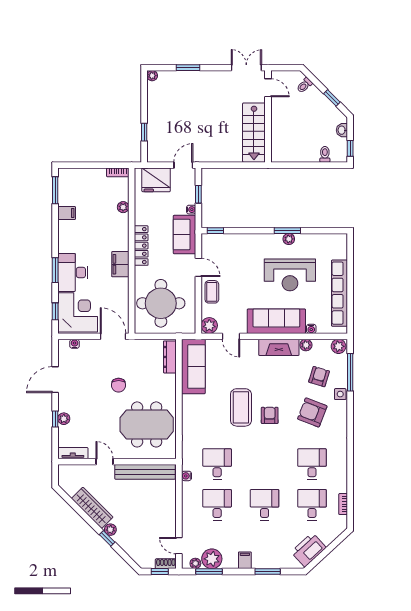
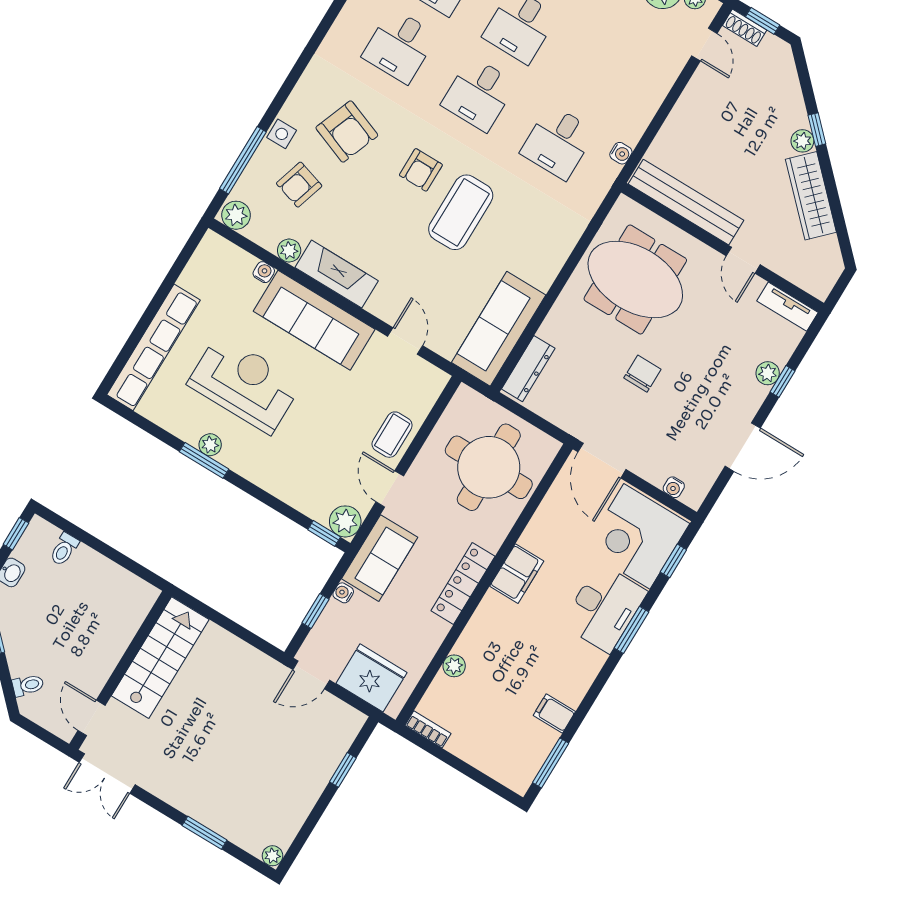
row of seats: (339, 293) -> (154, 347), moved
plant: (209, 325) -> (345, 521), moved
desk: (217, 505) -> (479, 94), moved

